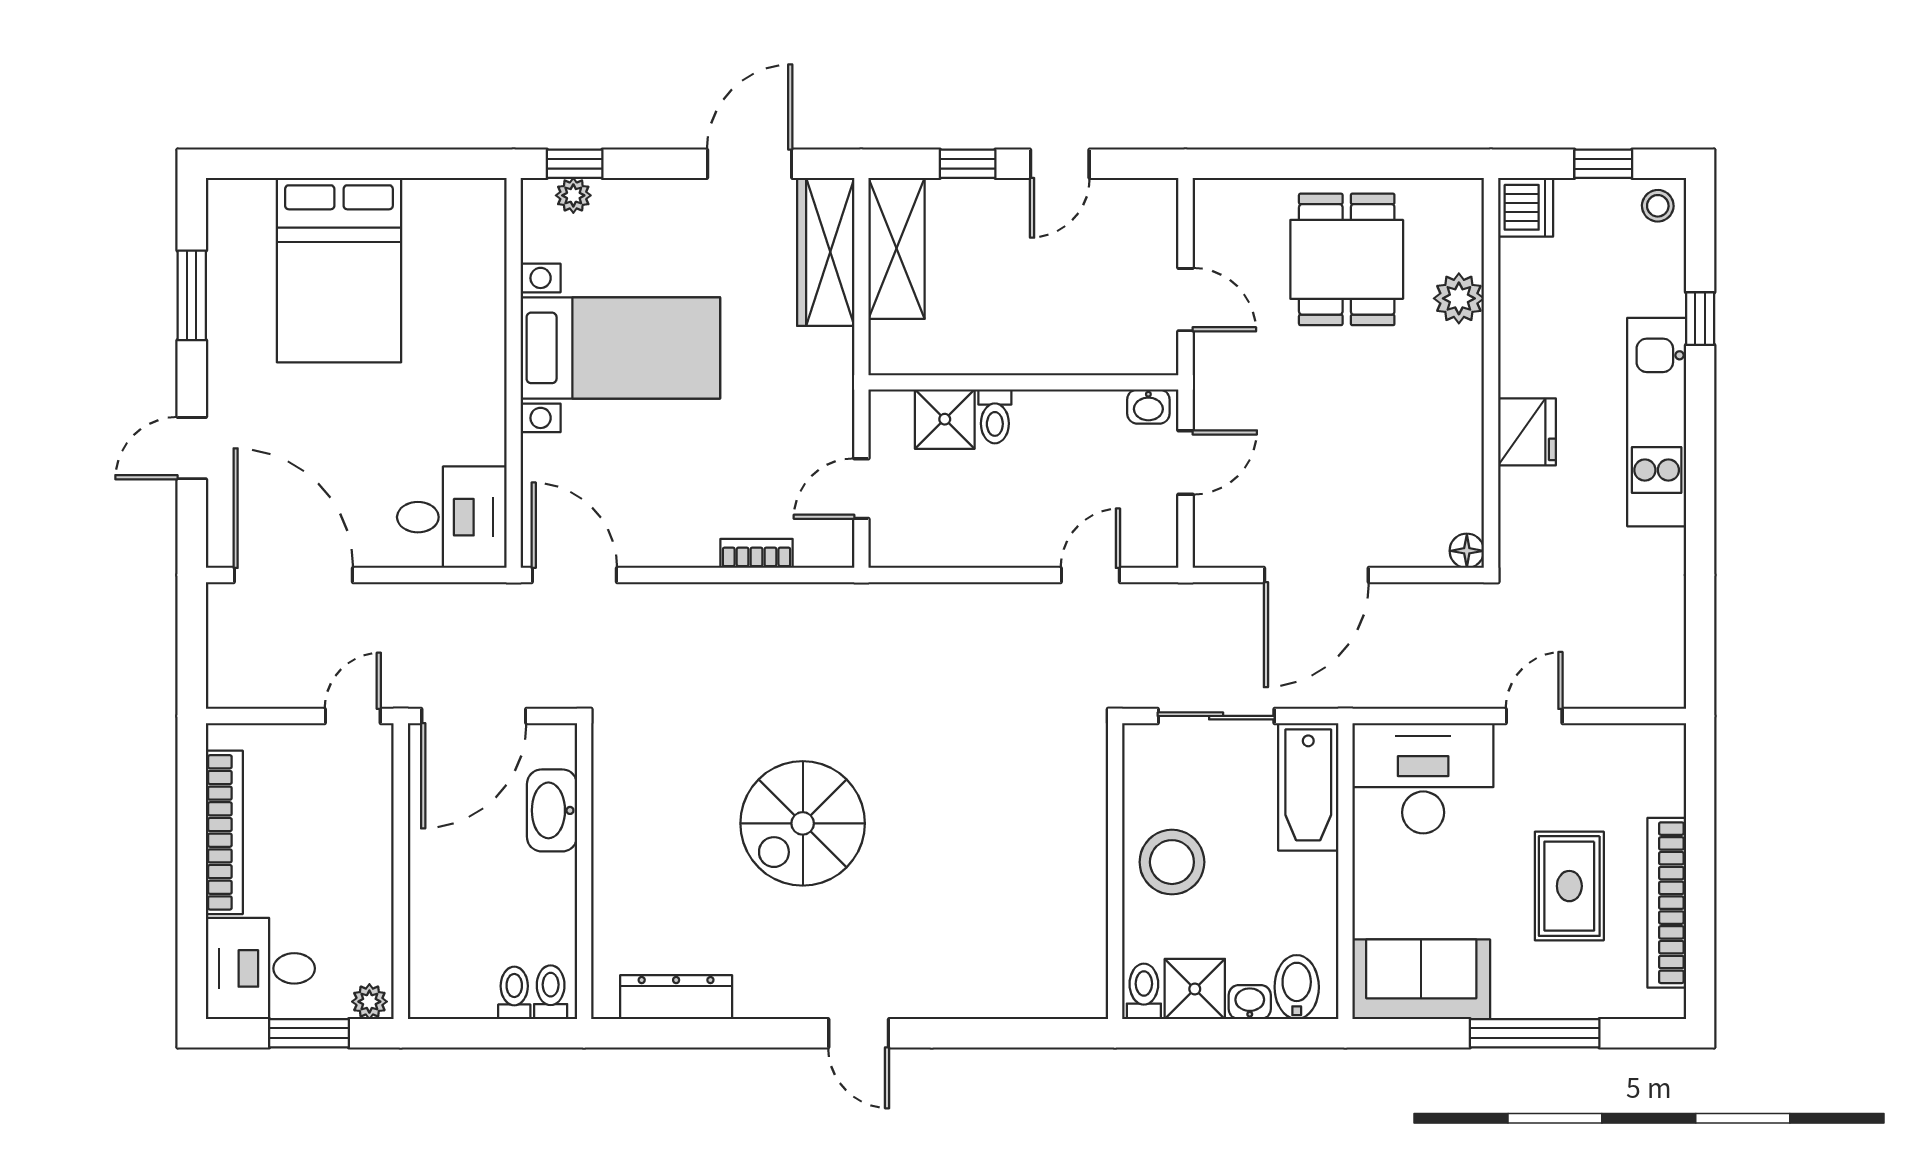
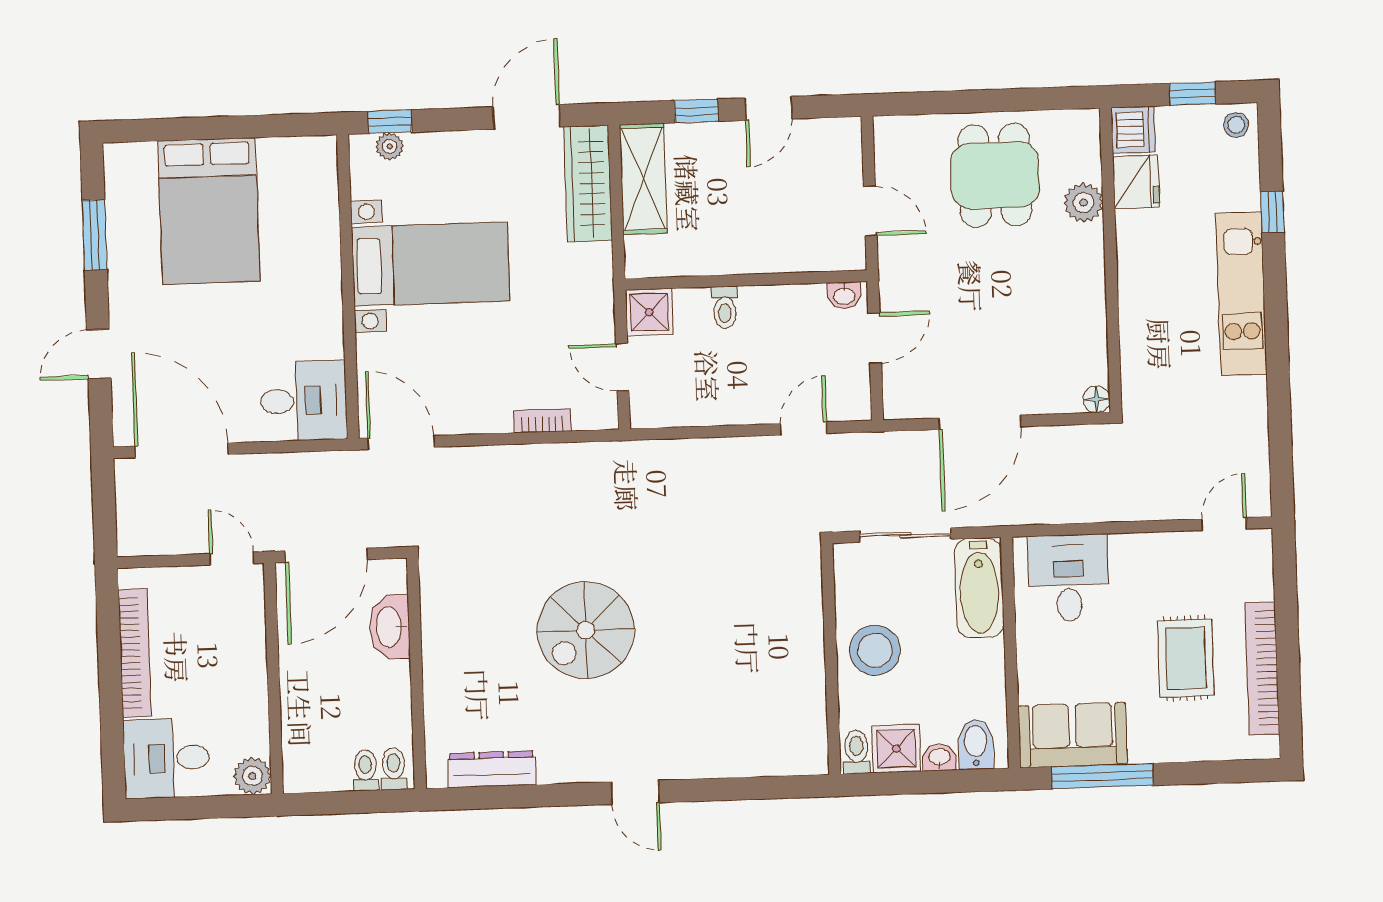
shower: (945, 419) -> (649, 312), moved
fridge: (1527, 432) -> (1136, 182), moved
door: (861, 489) -> (622, 367), hinge flipped
door: (353, 716) -> (232, 559), hinge flipped
door: (1534, 716) -> (1224, 524), moved
desk: (1423, 778) -> (1069, 578), width x0.73
plant: (369, 1002) -> (252, 776), width x1.38, depth x1.38
window: (309, 1033) -> (206, 807), removed
window: (1535, 1033) -> (1102, 776), moved

